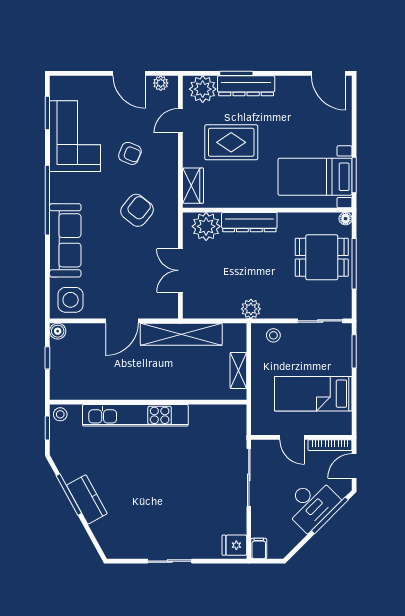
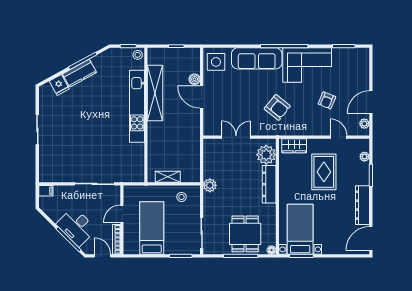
dresser: (246, 86) -> (362, 205), moved
plant: (203, 89) -> (364, 157), width x0.53, depth x0.53
corner sofa: (75, 136) -> (307, 65), moved
armchair: (130, 153) -> (327, 100), moved
boiler: (58, 331) -> (195, 79), moved
shelving: (181, 334) -> (155, 93), moved
stool: (273, 335) -> (181, 197), moved
fridge: (234, 545) -> (59, 85), moved, turned 151

